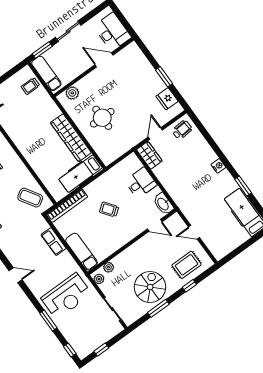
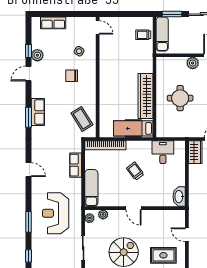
plant: (72, 93) -> (193, 63), moved
desk: (141, 183) -> (163, 152), moved, turned -90
door: (155, 225) -> (133, 208), moved
reception desk: (66, 296) -> (56, 213), turned 90

